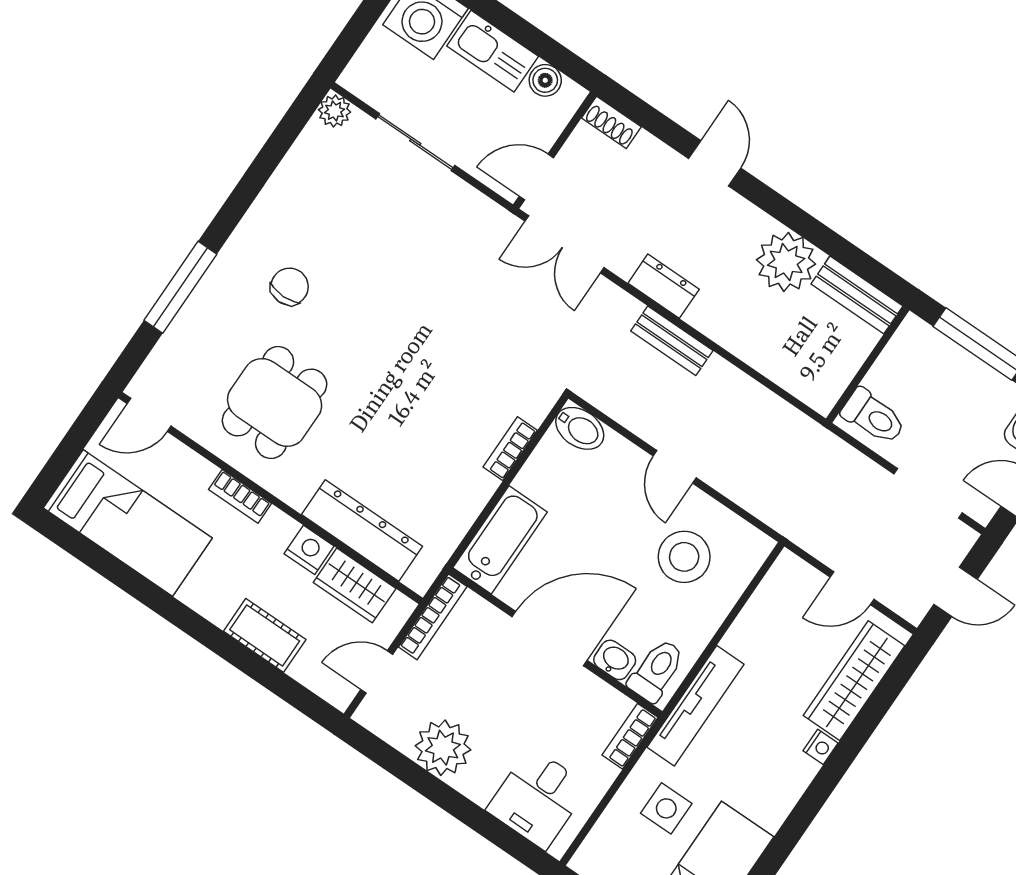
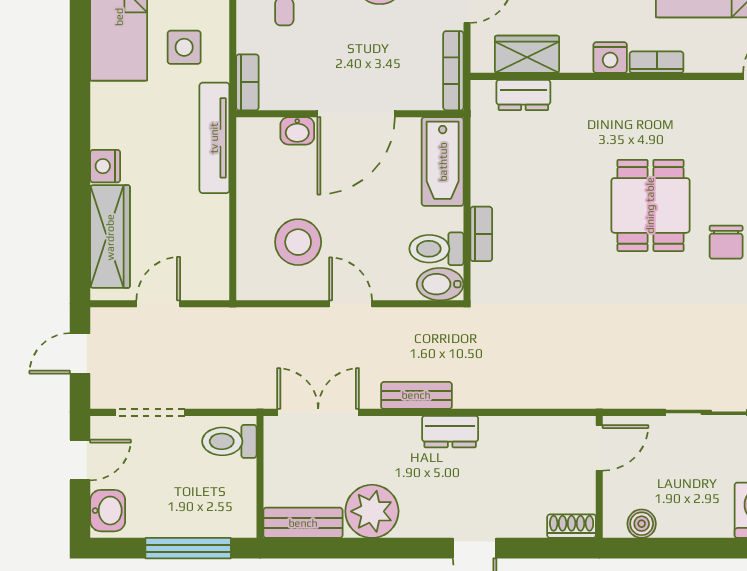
kitchen sink: (493, 51) -> (695, 519), removed
double door: (565, 244) -> (318, 412), moved
dining table: (275, 402) -> (650, 205), moved
dresser: (362, 530) -> (523, 95), width x0.51, depth x0.80
nightstand: (309, 550) -> (610, 58), moved
toilet: (656, 670) -> (436, 249), moved, turned 90
nightstand: (821, 747) -> (105, 166), width x1.39, depth x1.35

